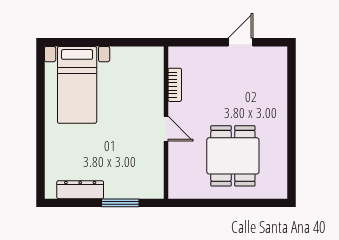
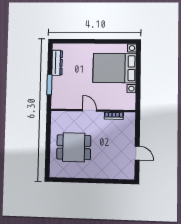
bed with nightstands: (77, 85) -> (115, 68), width x1.36
door: (166, 129) -> (90, 110), swing flipped

